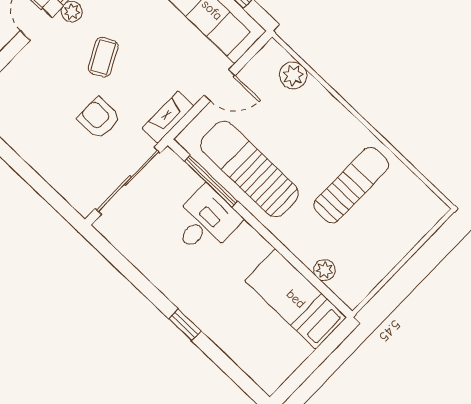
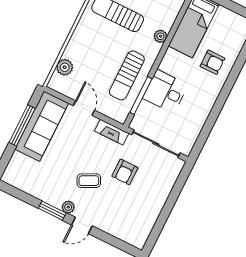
sun lounger: (249, 169) -> (127, 75), width x0.73, depth x0.75
plant: (324, 270) -> (160, 36), moved
armchair: (228, 310) -> (212, 62), added
window: (185, 325) -> (229, 84), removed

